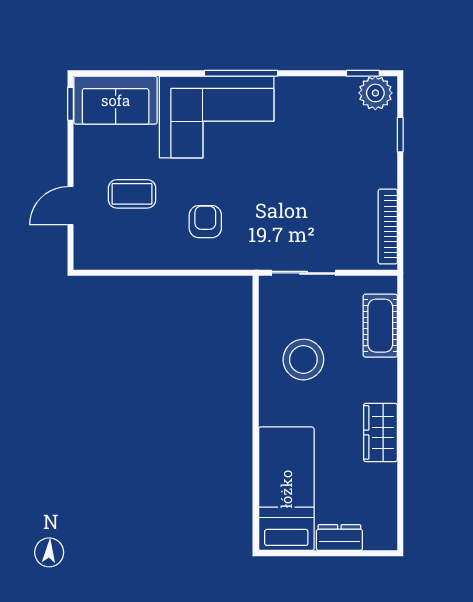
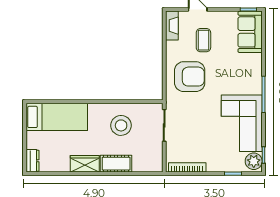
corner sofa: (217, 117) -> (242, 123), moved
armchair: (205, 222) -> (190, 77), width x1.88, depth x1.88
fireplace: (103, 257) -> (172, 26), added
cot: (380, 326) -> (116, 164), moved
dresser: (339, 537) -> (32, 161), moved

